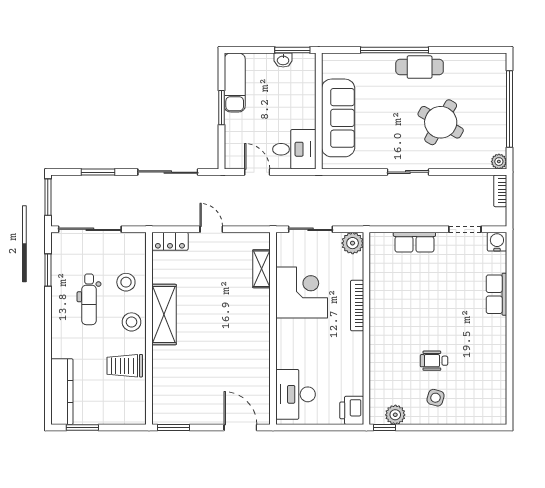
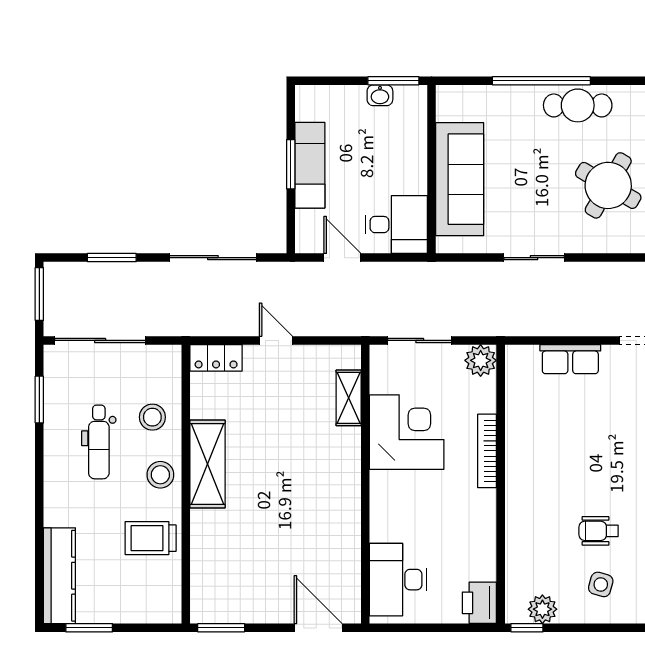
exam couch: (235, 82) -> (310, 165), moved
sliding door: (408, 172) -> (534, 258), moved

